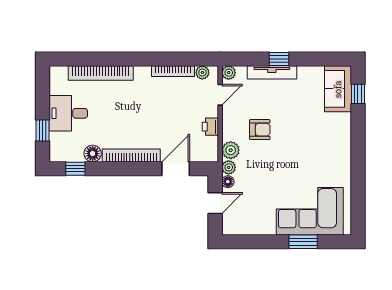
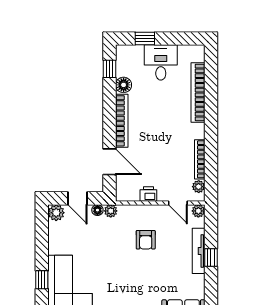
plant: (231, 150) -> (56, 213), moved
window: (303, 242) -> (42, 280), width x0.67

